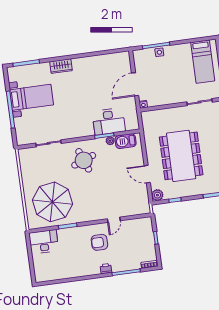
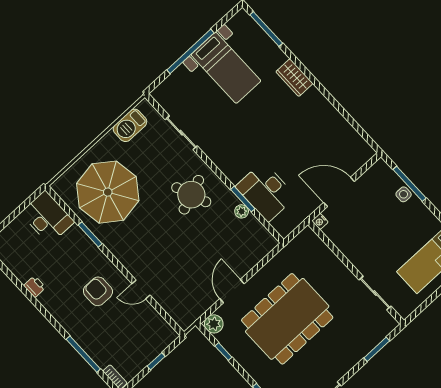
barbecue: (126, 141) -> (130, 125), moved, turned -90
printer: (106, 269) -> (35, 287), moved

